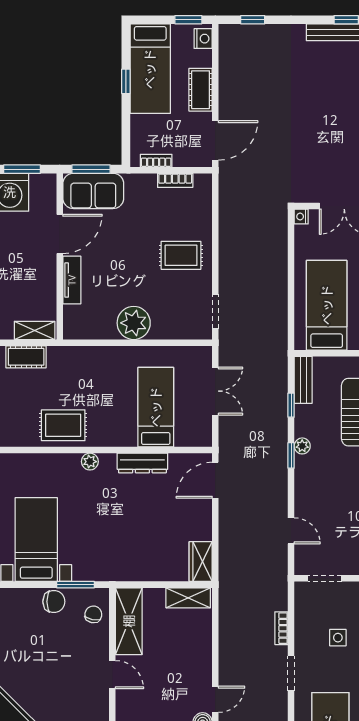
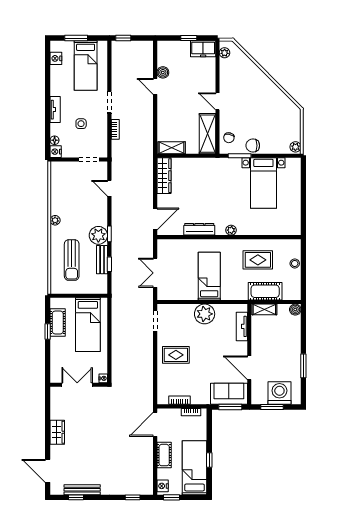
door: (60, 234) -> (249, 368), hinge flipped
tv unit: (72, 280) -> (242, 326), moved
cot: (26, 357) -> (265, 291), width x1.37, depth x1.34
bench: (303, 380) -> (102, 260), moved
bed: (156, 407) -> (209, 276), moved, turned 180
rug: (63, 425) -> (258, 260), moved
plant: (302, 446) -> (98, 235), width x1.88, depth x1.88
wardrobe: (201, 562) -> (164, 176), width x1.50
door: (215, 699) -> (155, 86), hinge flipped

